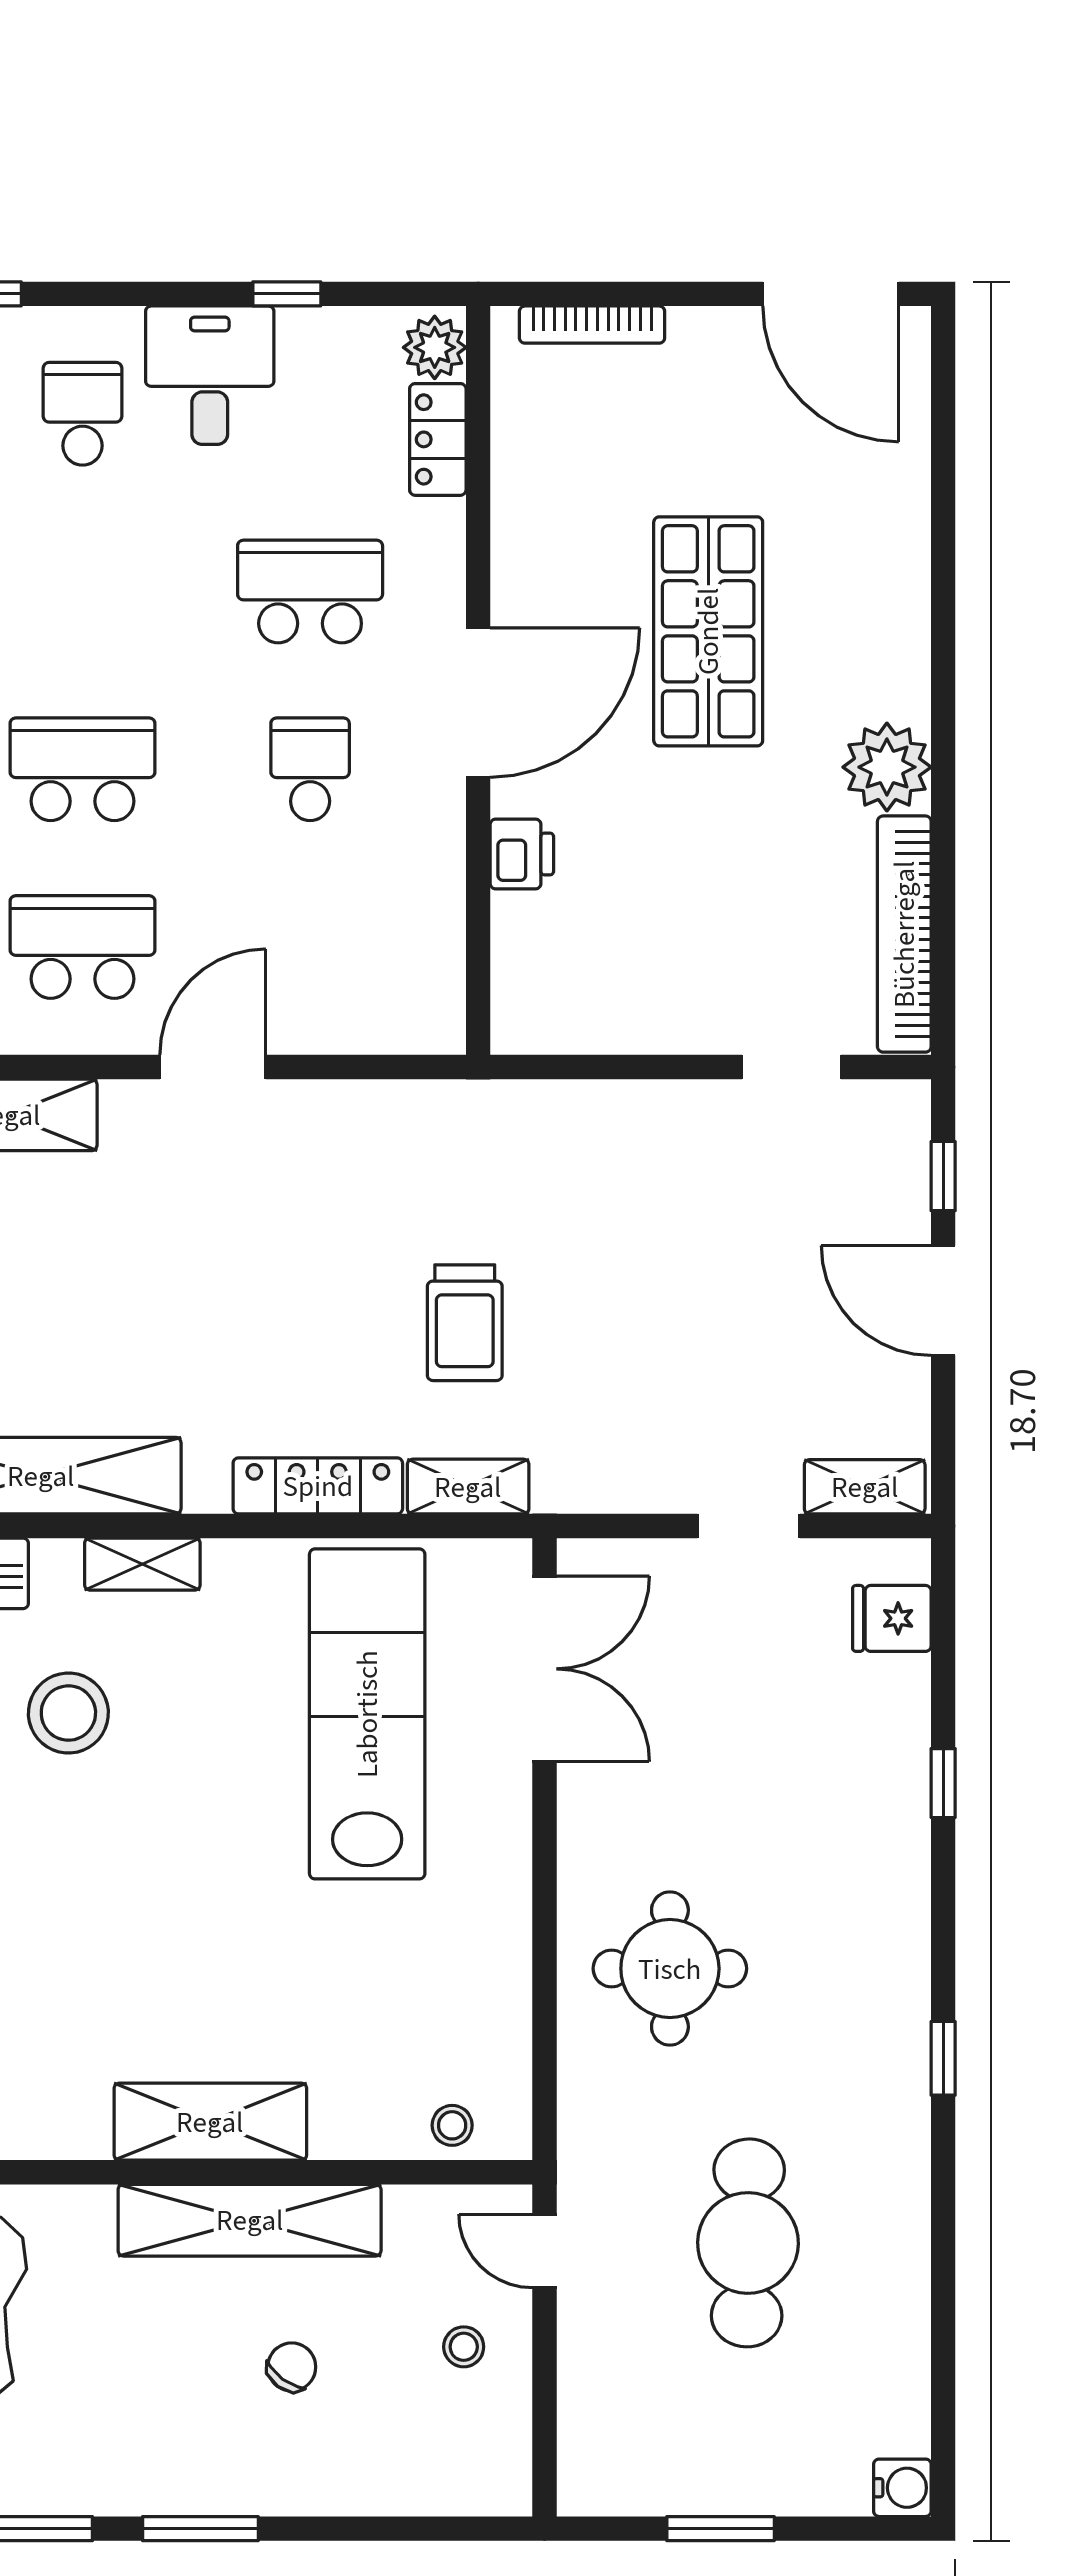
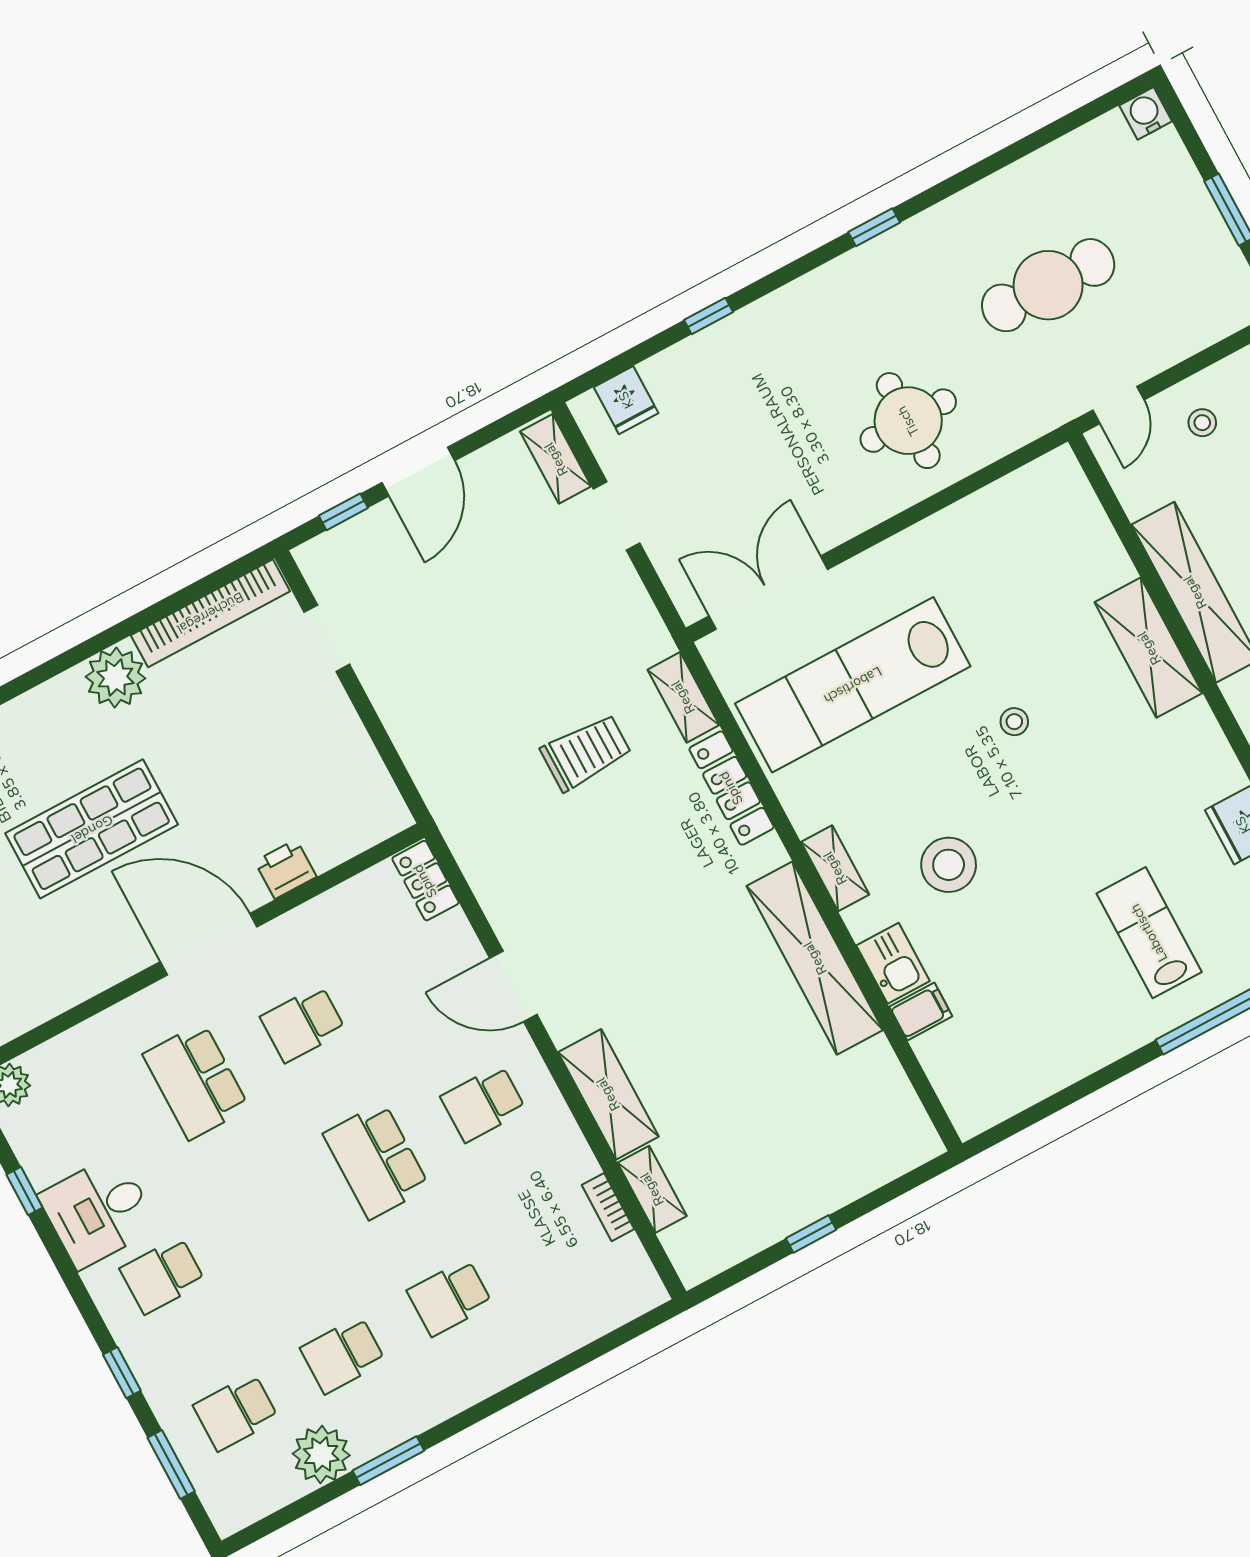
locker: (438, 439) -> (425, 881), moved, turned 90
school desk: (83, 947) -> (483, 1103), width x0.54
stool: (452, 2125) -> (1014, 722), moved

